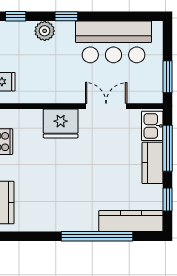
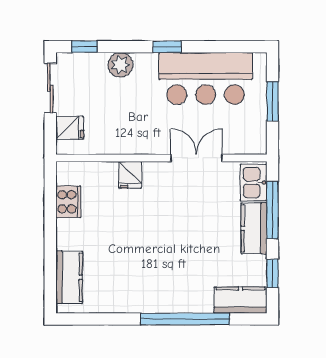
window: (66, 16) -> (167, 47), moved
window: (168, 77) -> (272, 101), moved
fridge: (61, 123) -> (130, 175), width x0.53, depth x0.75
kitchen counter: (131, 221) -> (240, 300), width x0.67

